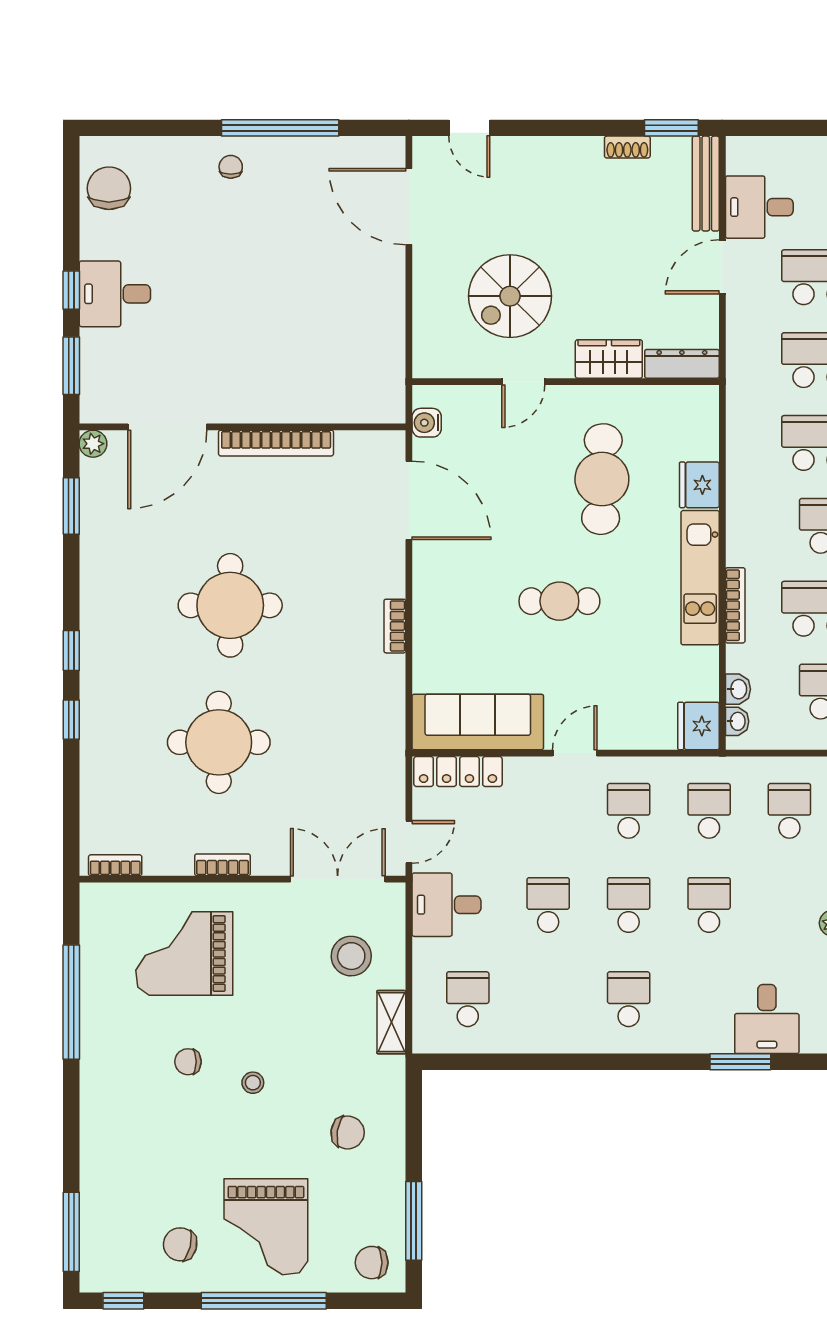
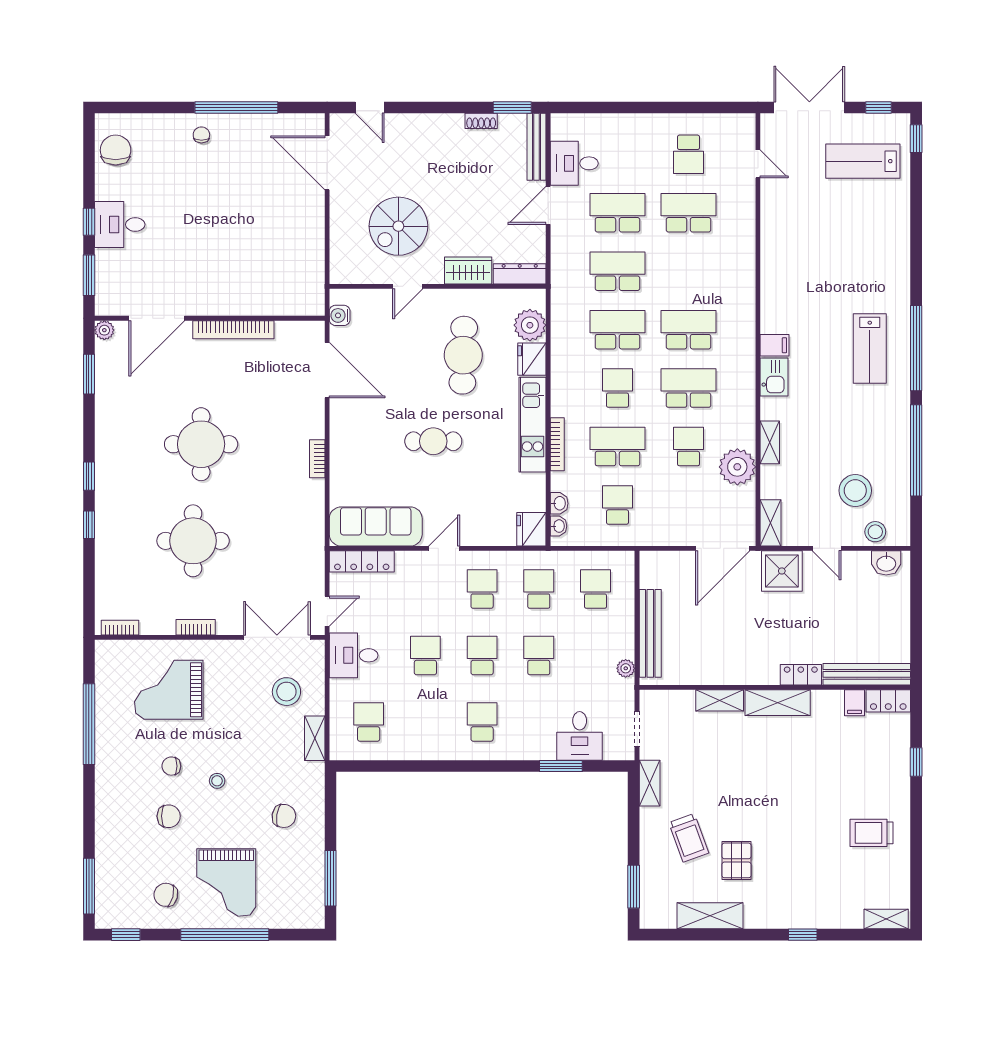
plant: (696, 437) -> (530, 325), added
chair: (372, 1263) -> (169, 816), moved, turned 180

